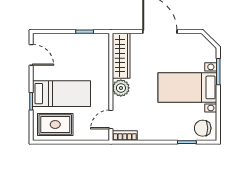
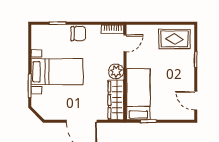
bed: (61, 94) -> (138, 94), moved, turned 90
chair: (203, 128) -> (78, 34), moved

